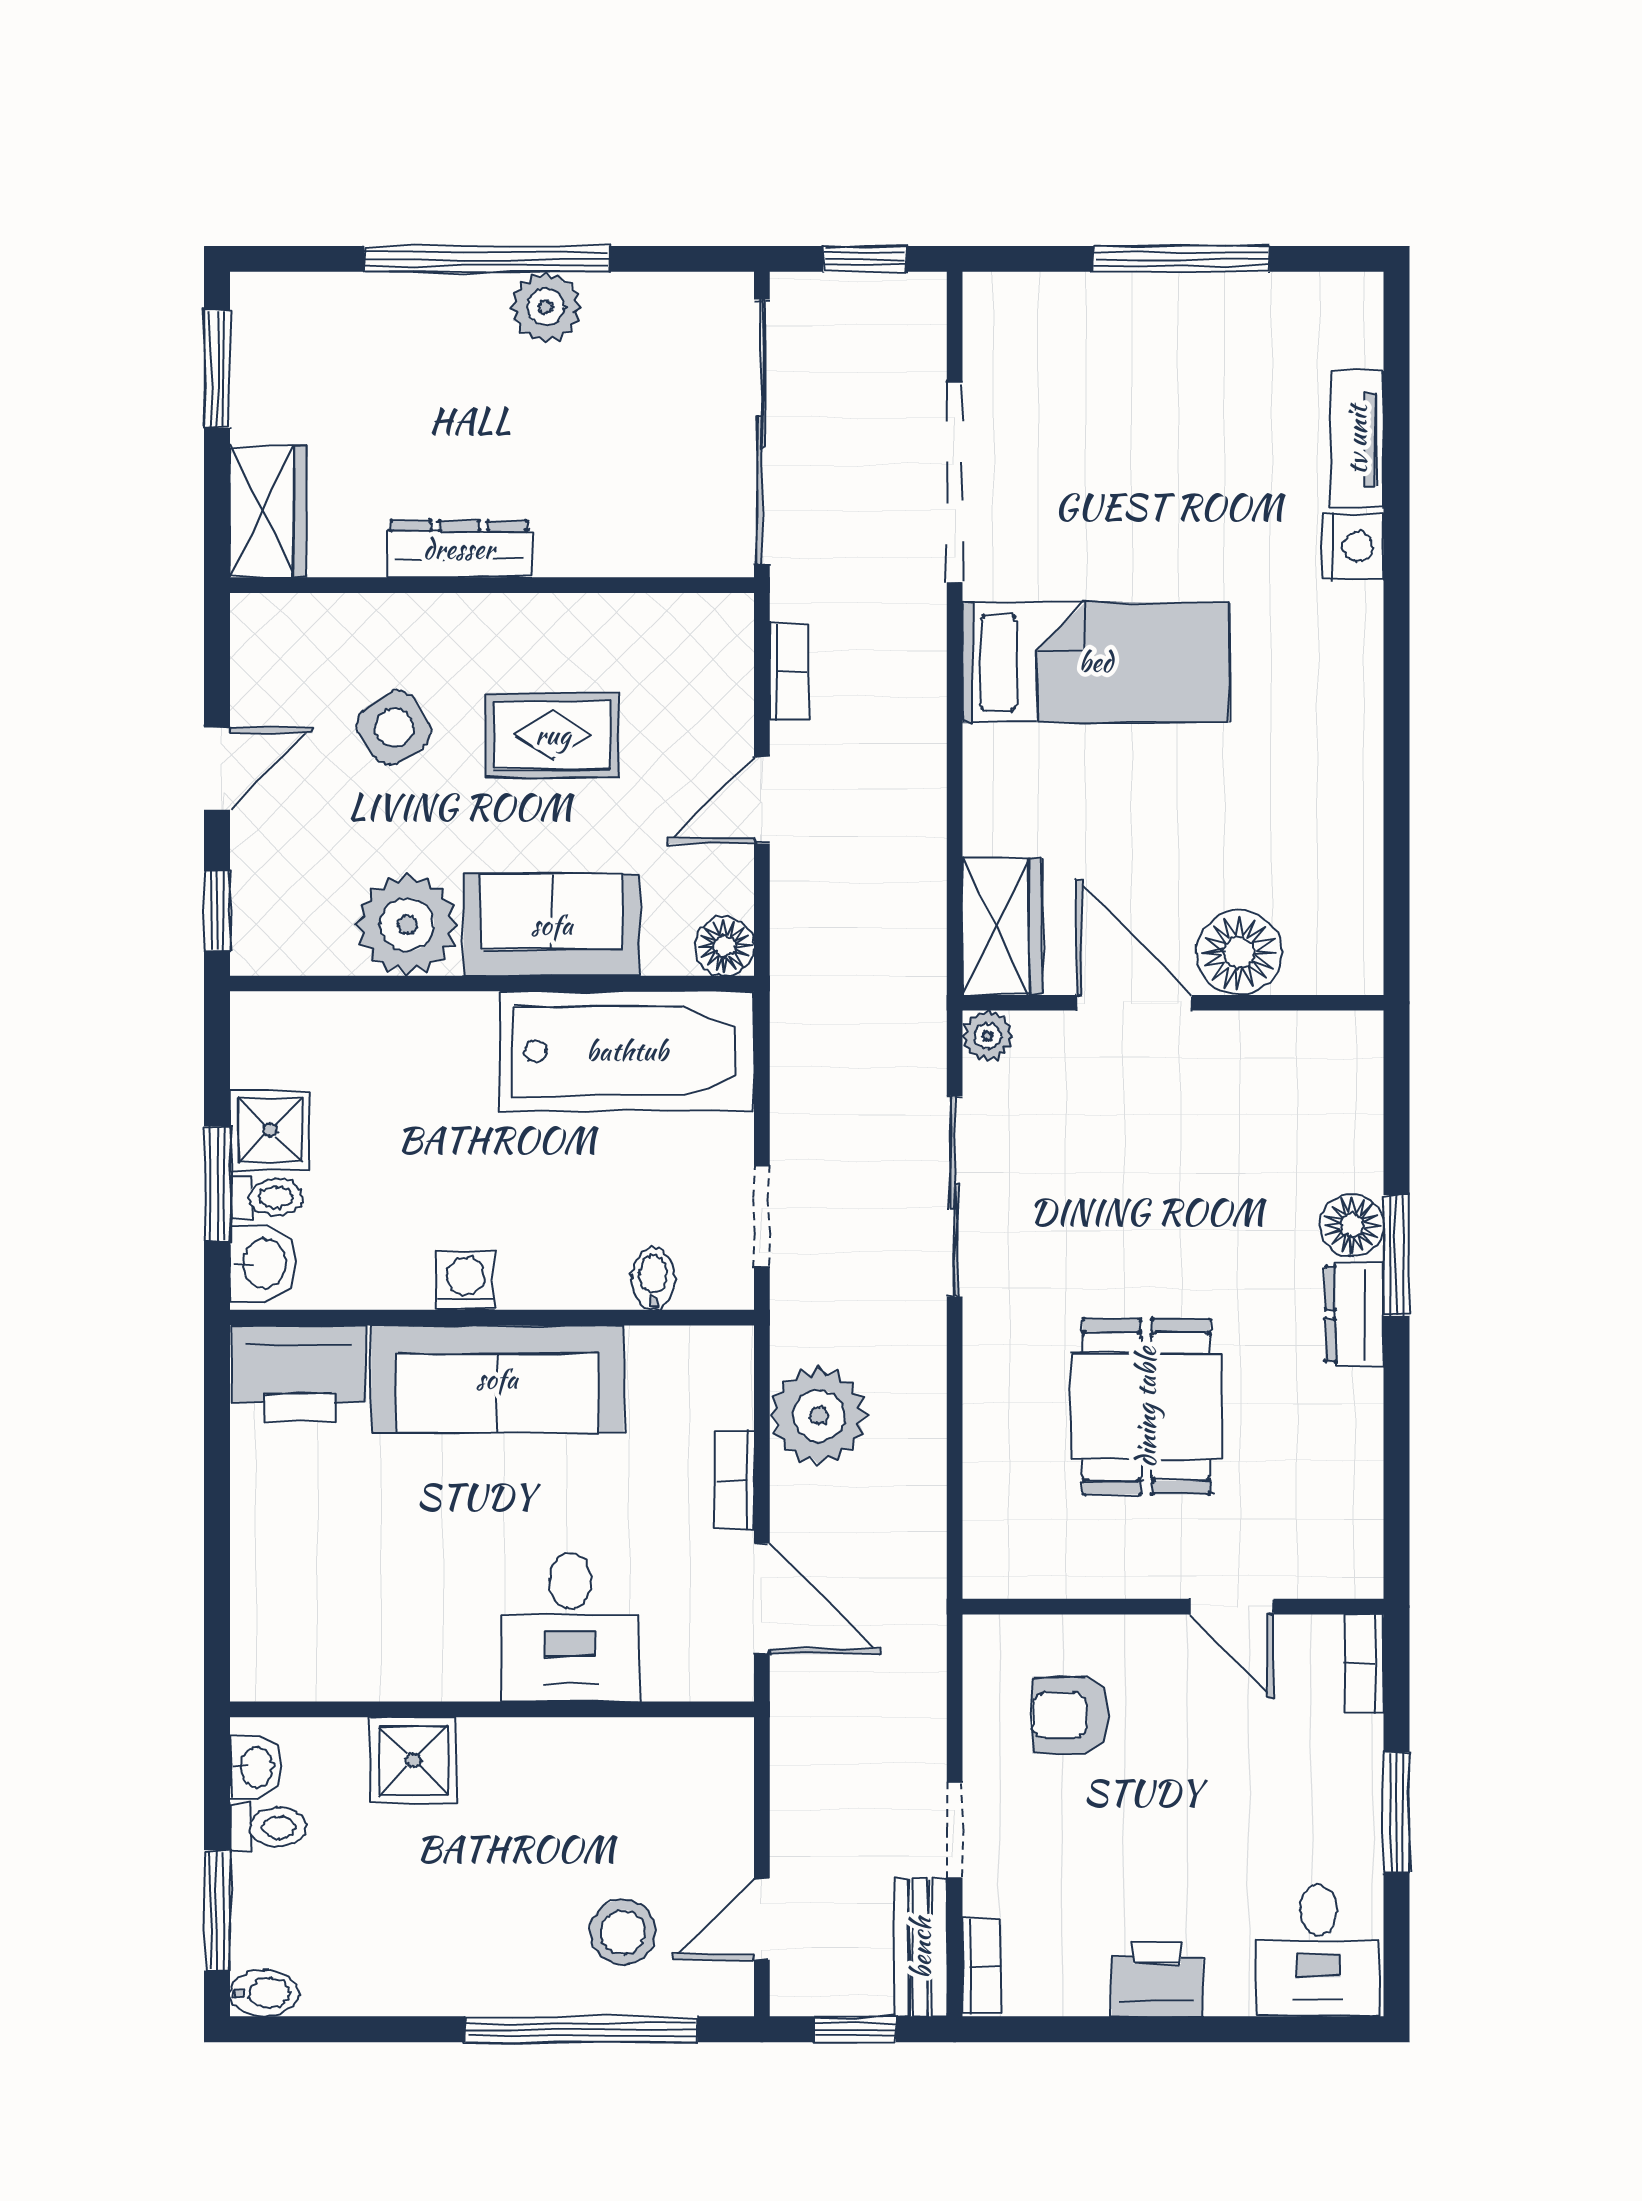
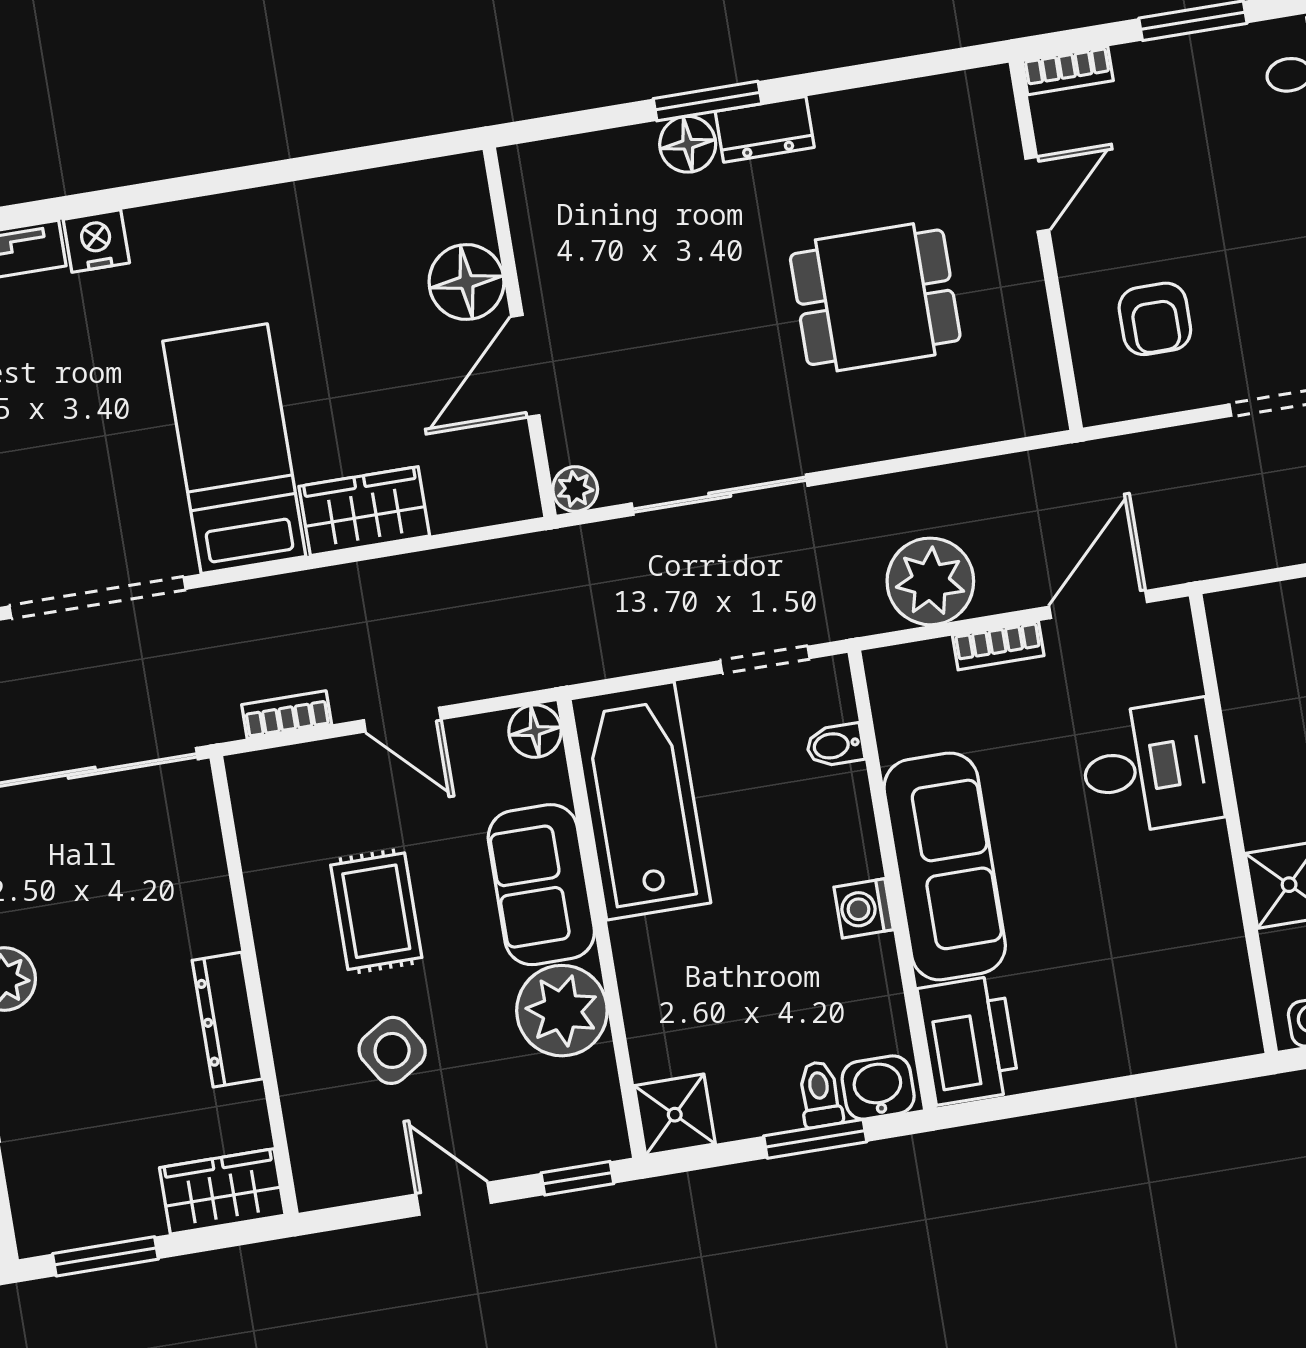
wardrobe: (1002, 927) -> (364, 511), moved
shower: (270, 1130) -> (675, 1115), moved

